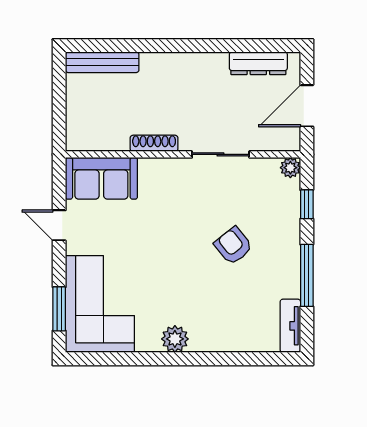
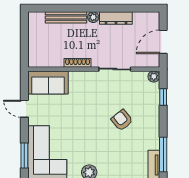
bench: (102, 62) -> (66, 17), moved
plant: (182, 62) -> (93, 17), added
dresser: (258, 63) -> (116, 18), moved
window: (307, 275) -> (163, 154), moved

